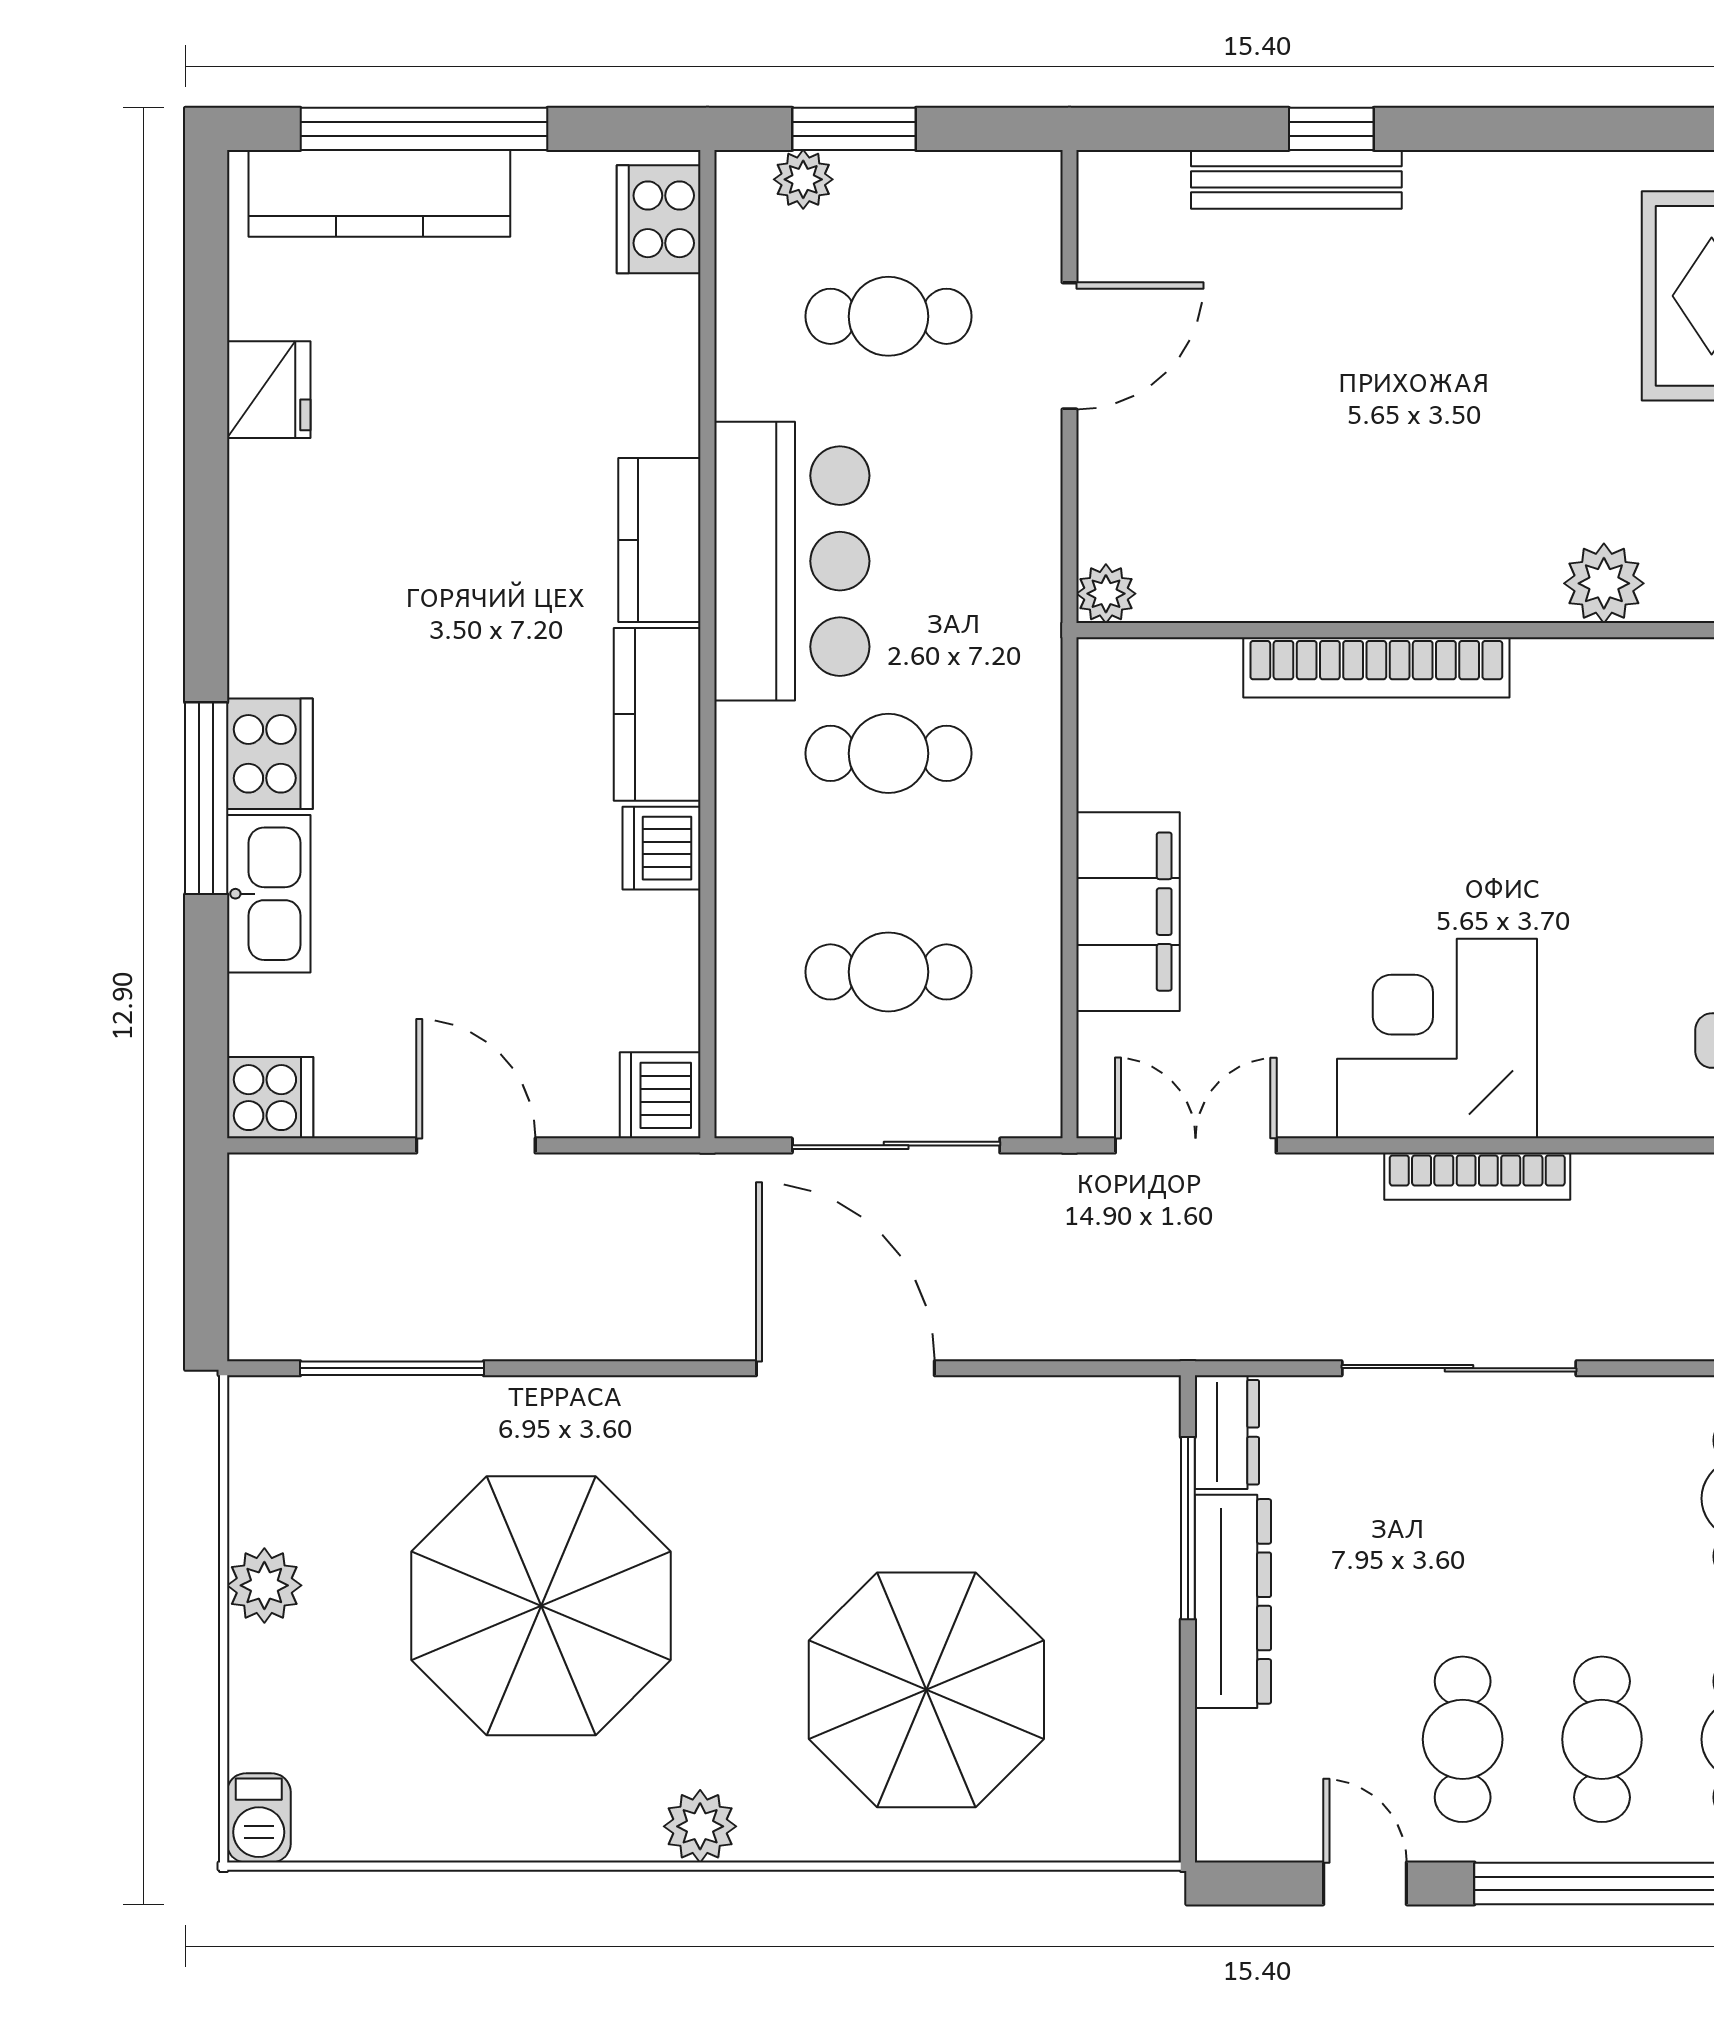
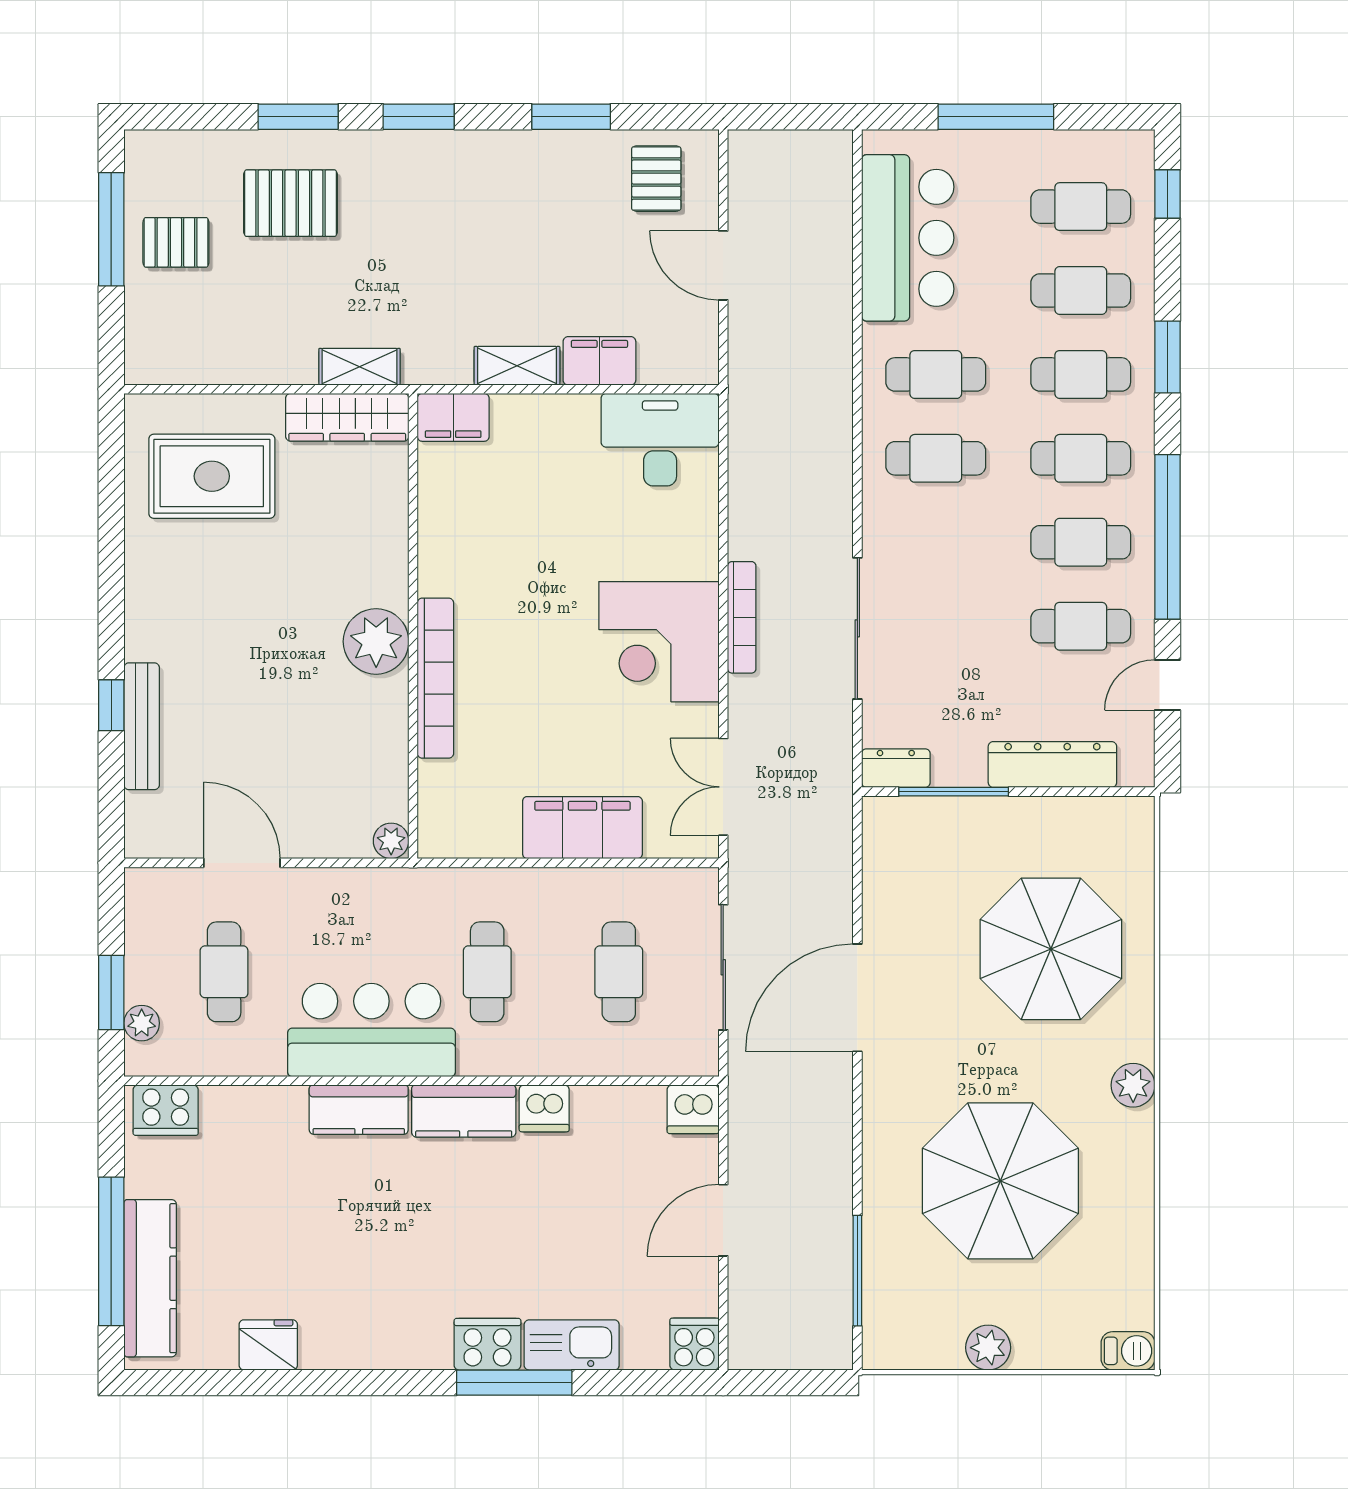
plant: (1604, 583) -> (376, 641), moved, width x1.36, depth x1.36
dresser: (1233, 1601) -> (1052, 764), moved

